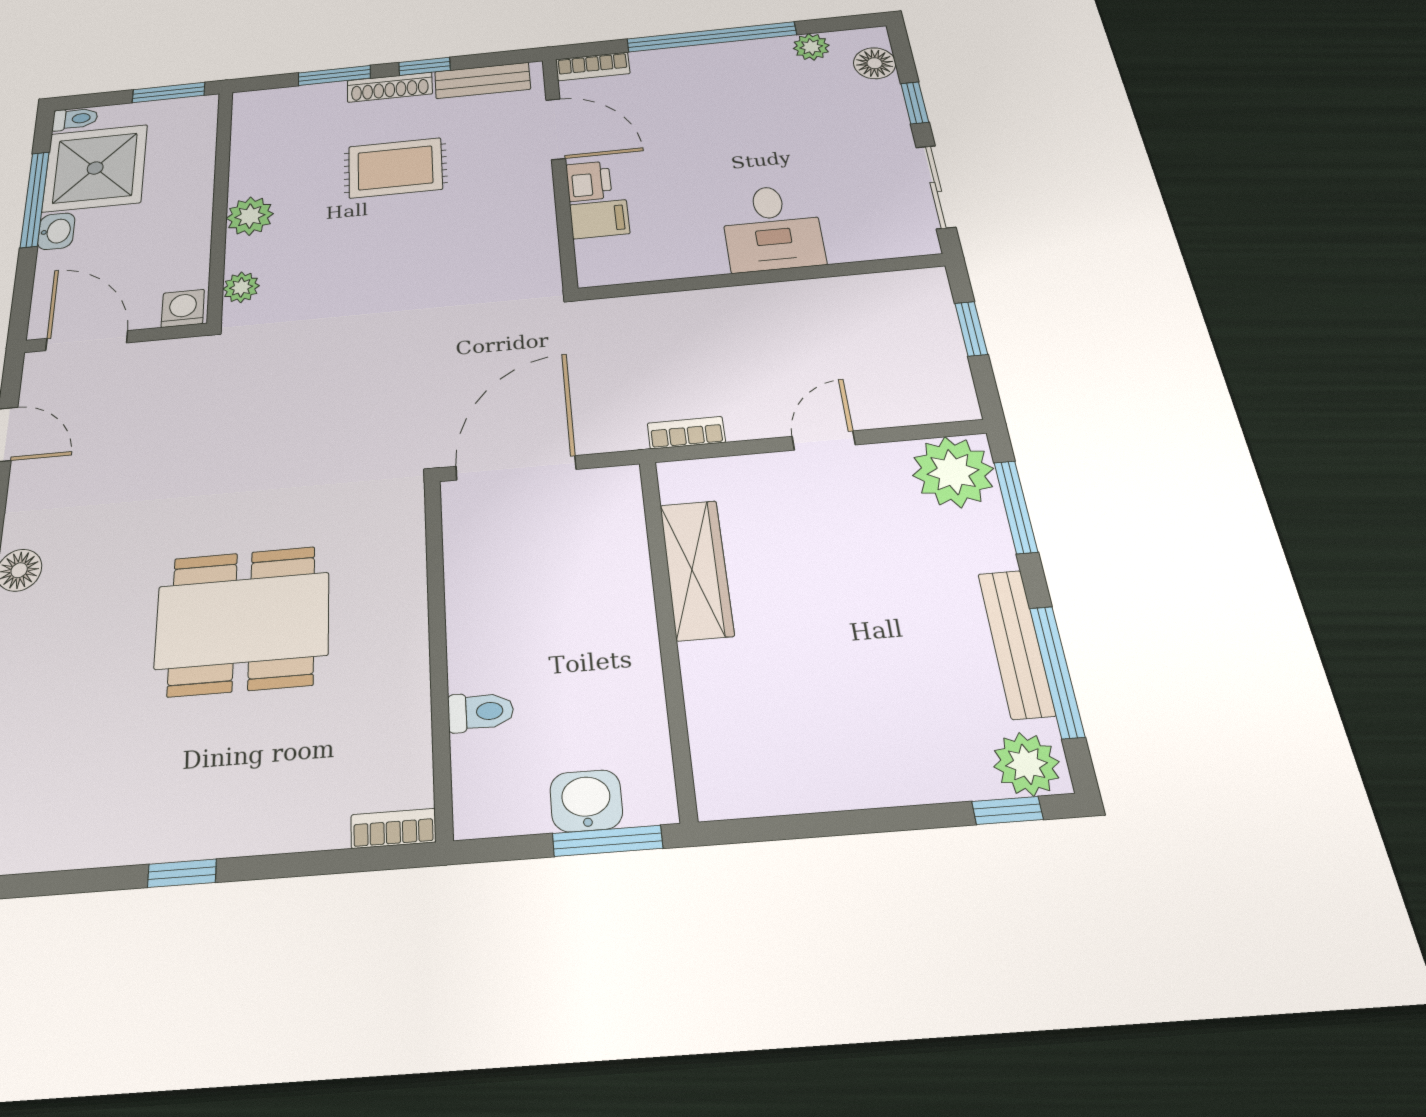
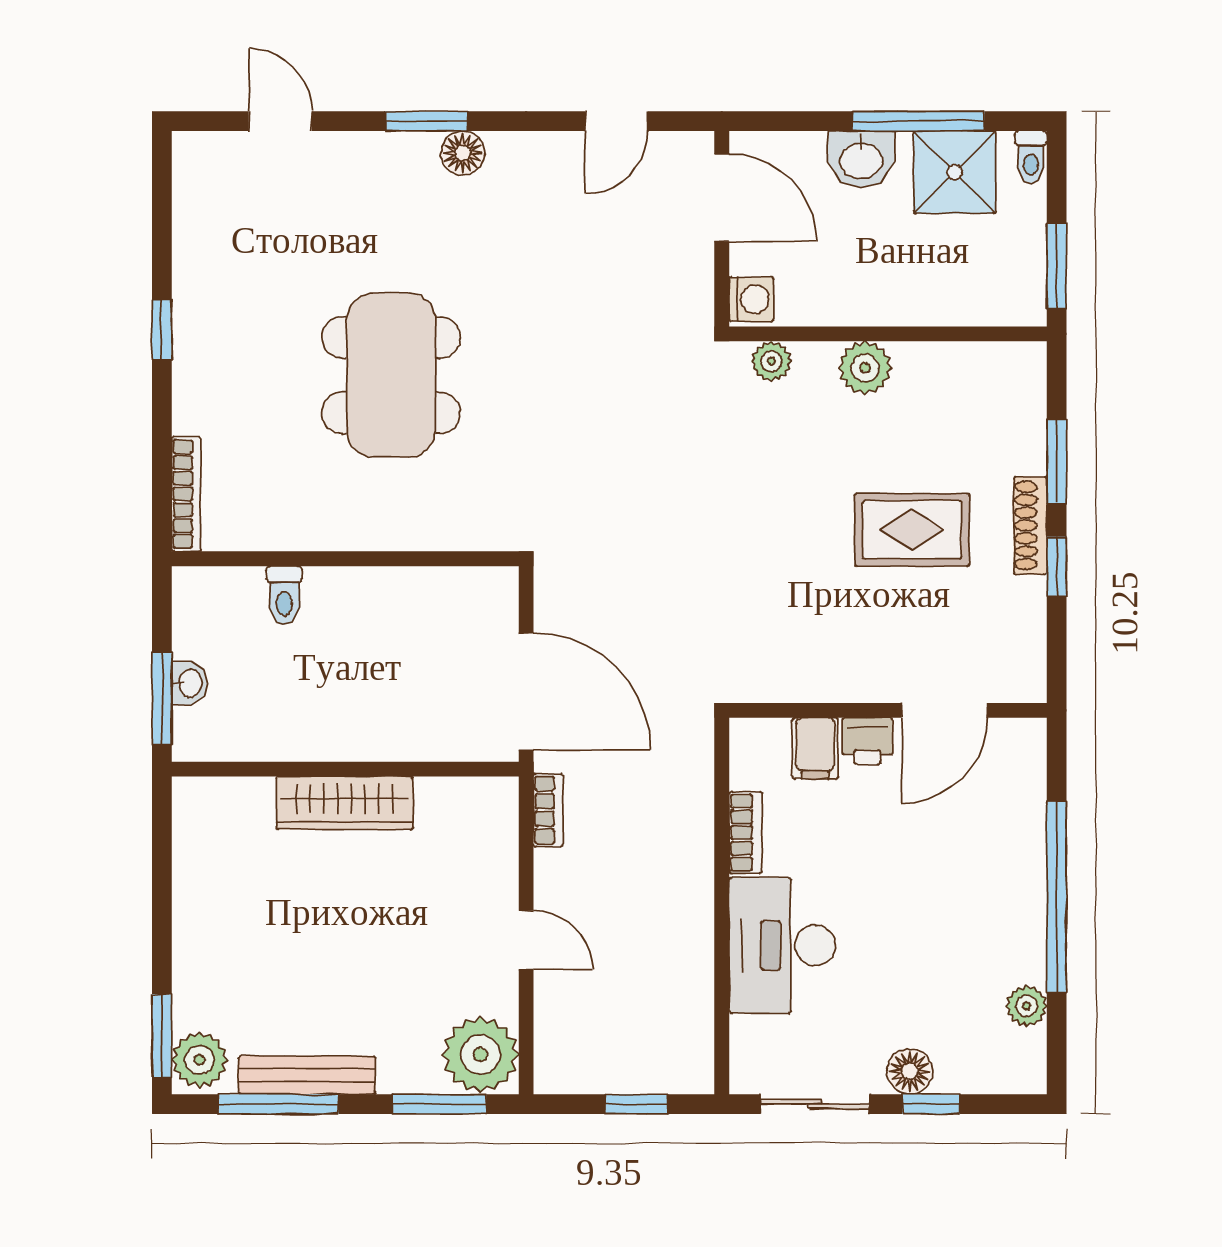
floor lamp: (875, 63) -> (910, 1071), moved
bookcase: (593, 66) -> (746, 833), moved, turned 180
bench: (482, 80) -> (1026, 632), removed
shower: (95, 168) -> (955, 172), width x0.73, depth x0.73
rug: (395, 168) -> (912, 530), turned 90
desk: (772, 228) -> (782, 945), width x1.37
washbasin: (56, 231) -> (861, 159), width x1.38, depth x1.45
door: (87, 341) -> (722, 198), hinge flipped
door: (516, 468) -> (526, 691), moved
wardrobe: (697, 569) -> (345, 803), moved
washbasin: (586, 801) -> (189, 683), width x0.72, depth x0.69
window: (1007, 810) -> (162, 1036), width x1.50
bookcase: (393, 828) -> (186, 494), width x1.56

